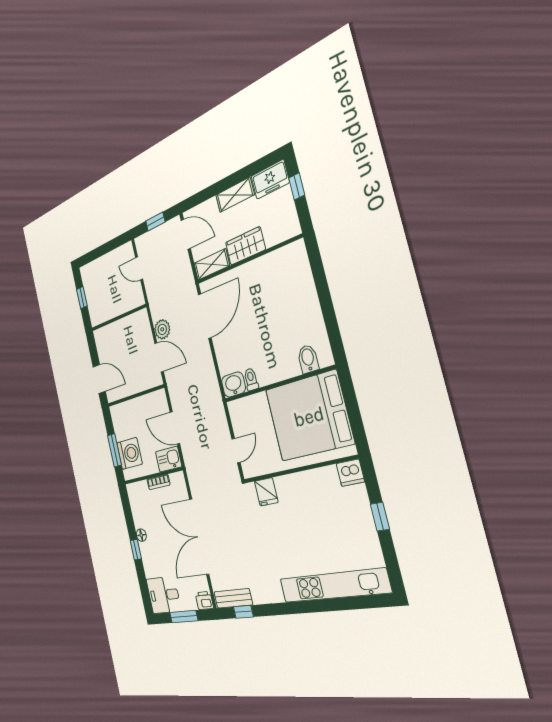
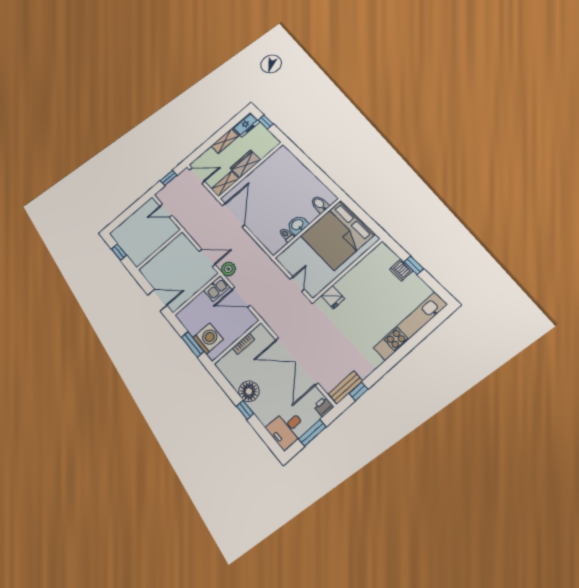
plant: (162, 329) -> (228, 269), moved
washbasin: (234, 385) -> (298, 225), moved
kitchen sink: (169, 459) -> (217, 288), moved, turned 180
dishwasher: (350, 473) -> (401, 270), moved, turned 90
floor lamp: (141, 535) -> (249, 391), width x1.89, depth x1.89

